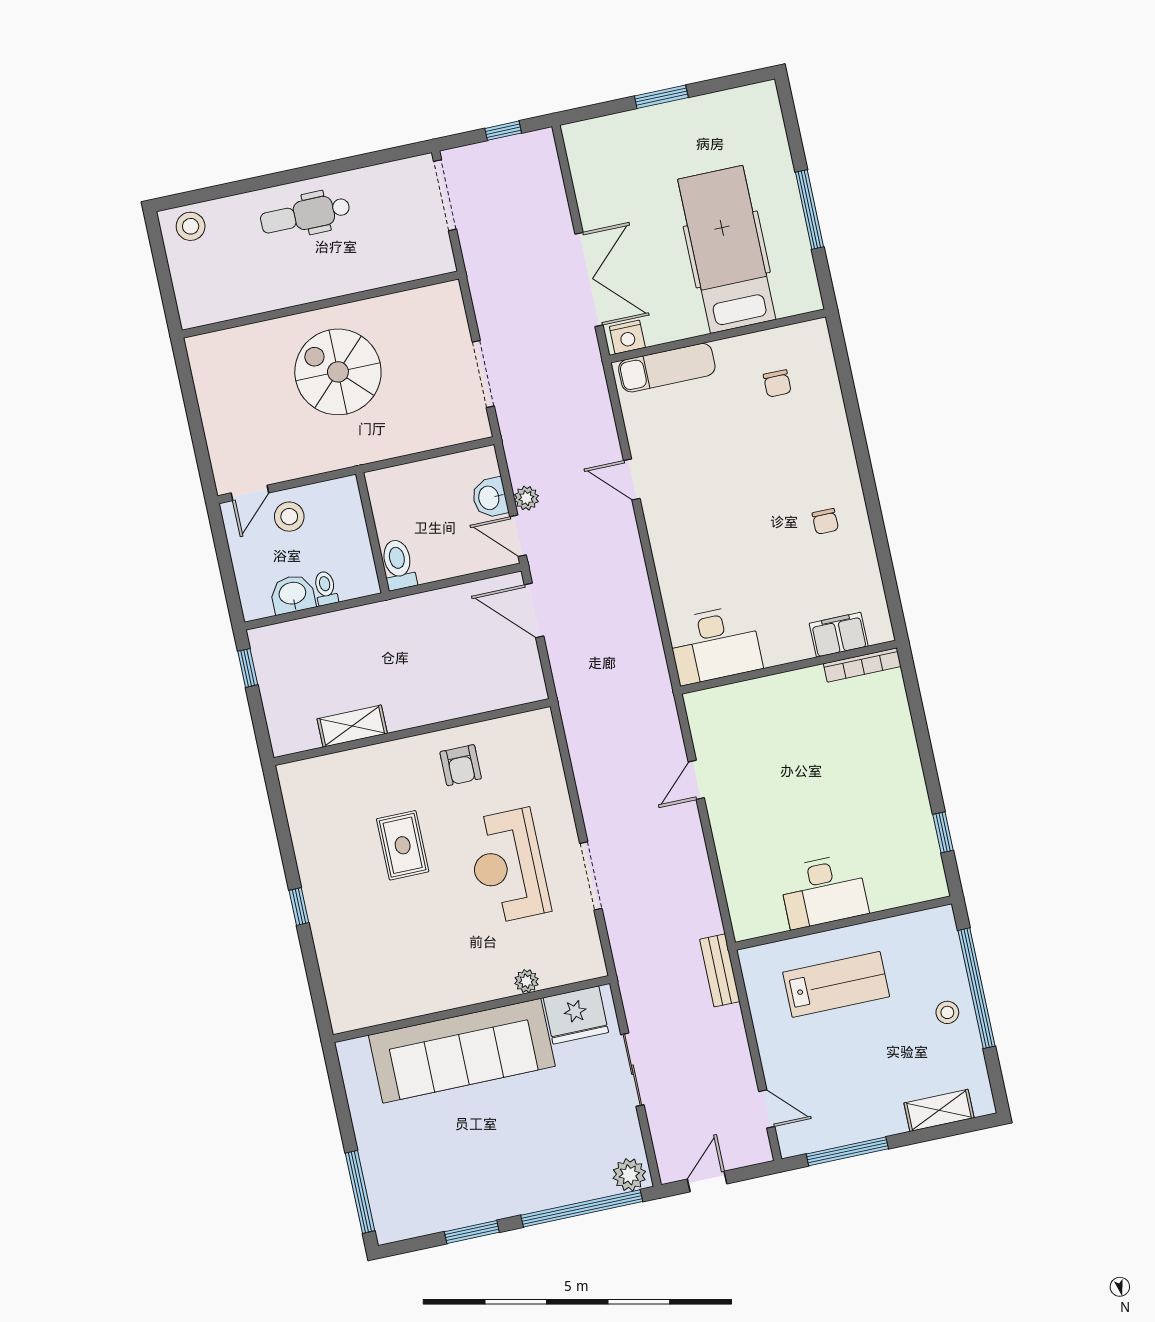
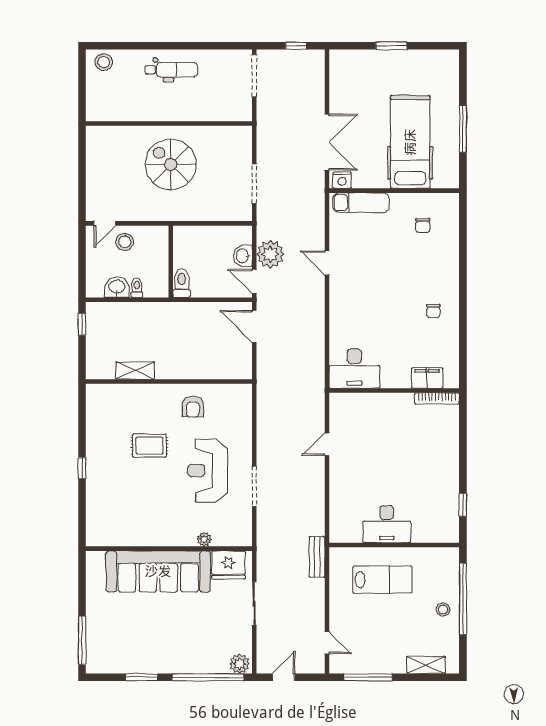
dental chair: (305, 215) -> (171, 70), turned 180
plant: (526, 498) -> (270, 254), width x1.87, depth x1.87
rug: (403, 845) -> (149, 446), turned 90

